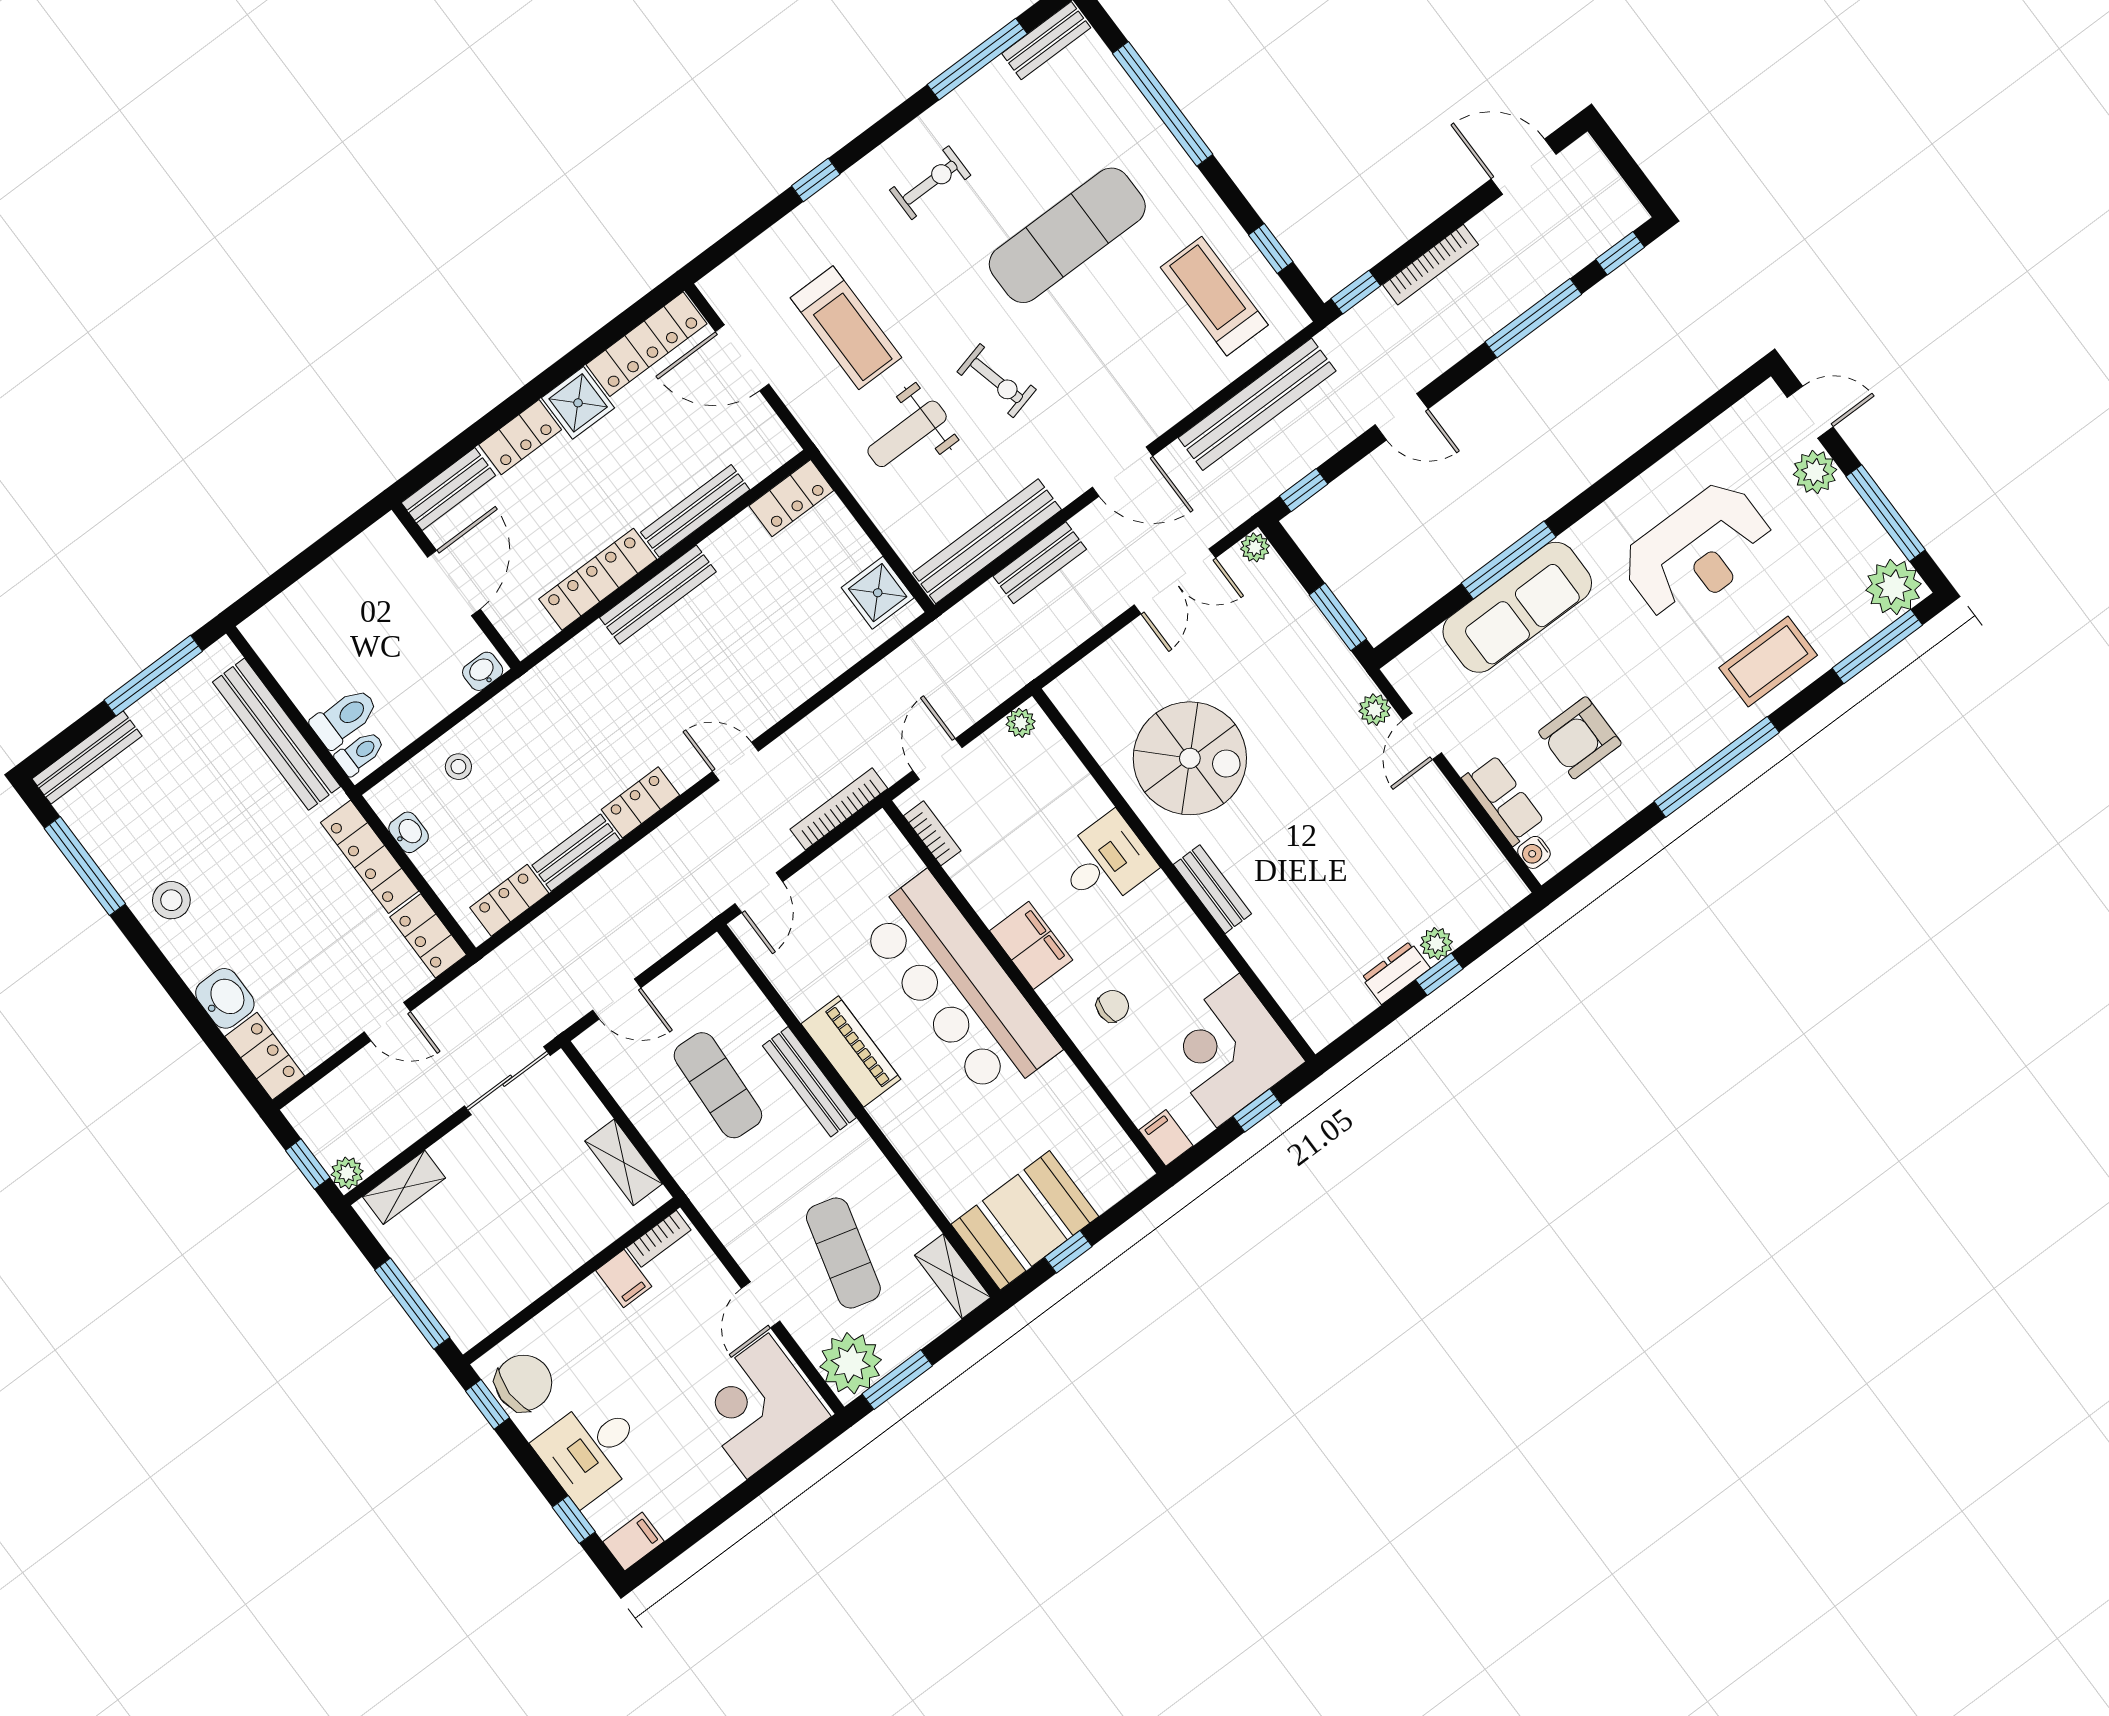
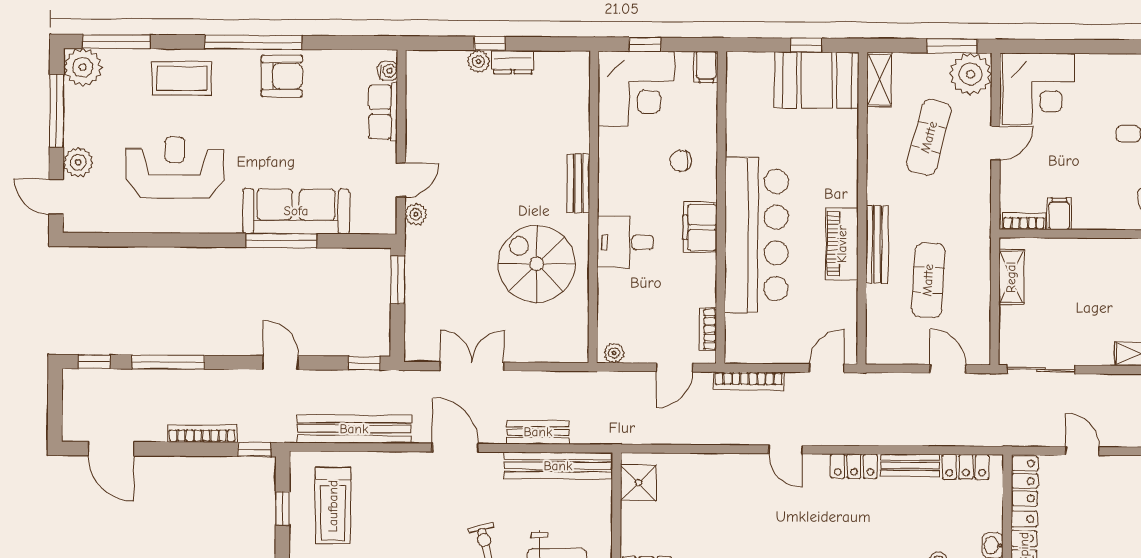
plant: (1255, 547) -> (414, 352), removed
armchair: (1580, 738) -> (282, 76), moved

